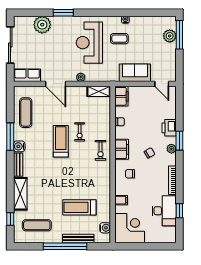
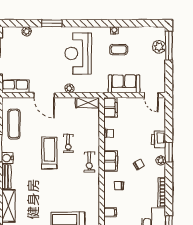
plant: (42, 25) -> (27, 31), width x0.53, depth x0.53
coffee table: (119, 39) -> (119, 50), moved

